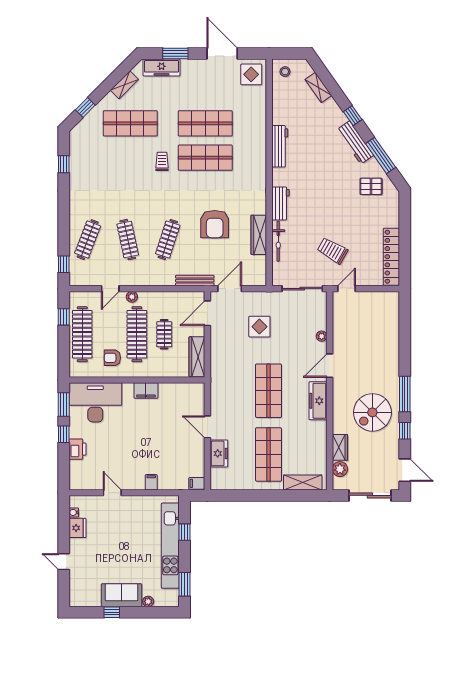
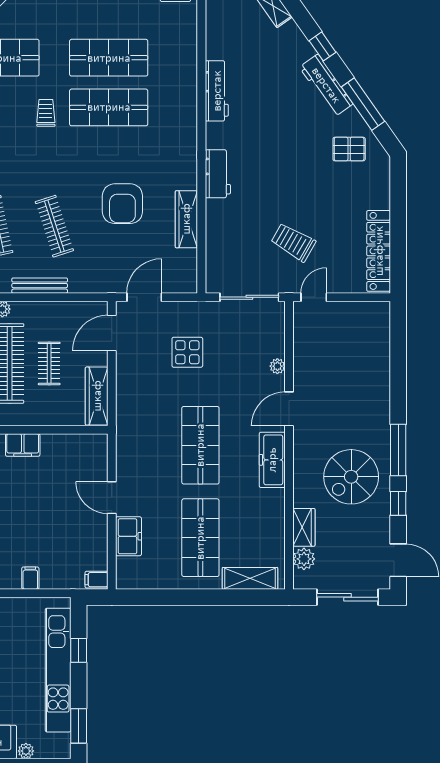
clothes rail: (168, 240) -> (54, 226), turned -36
bicycle: (278, 241) -> (214, 229), removed
bench: (195, 281) -> (40, 286), moved

